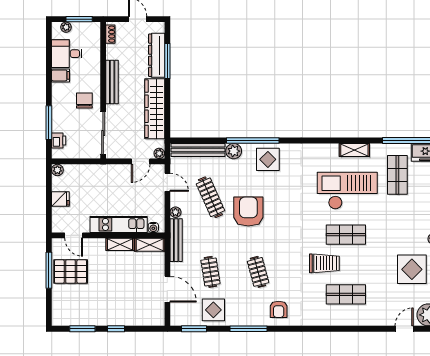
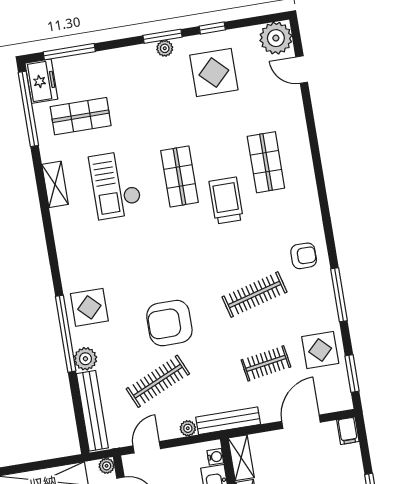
checkout: (347, 191) -> (116, 185), width x0.73, depth x0.83
clothes rail: (258, 272) -> (255, 295), width x1.36
filing cabinet: (156, 320) -> (348, 431), added

